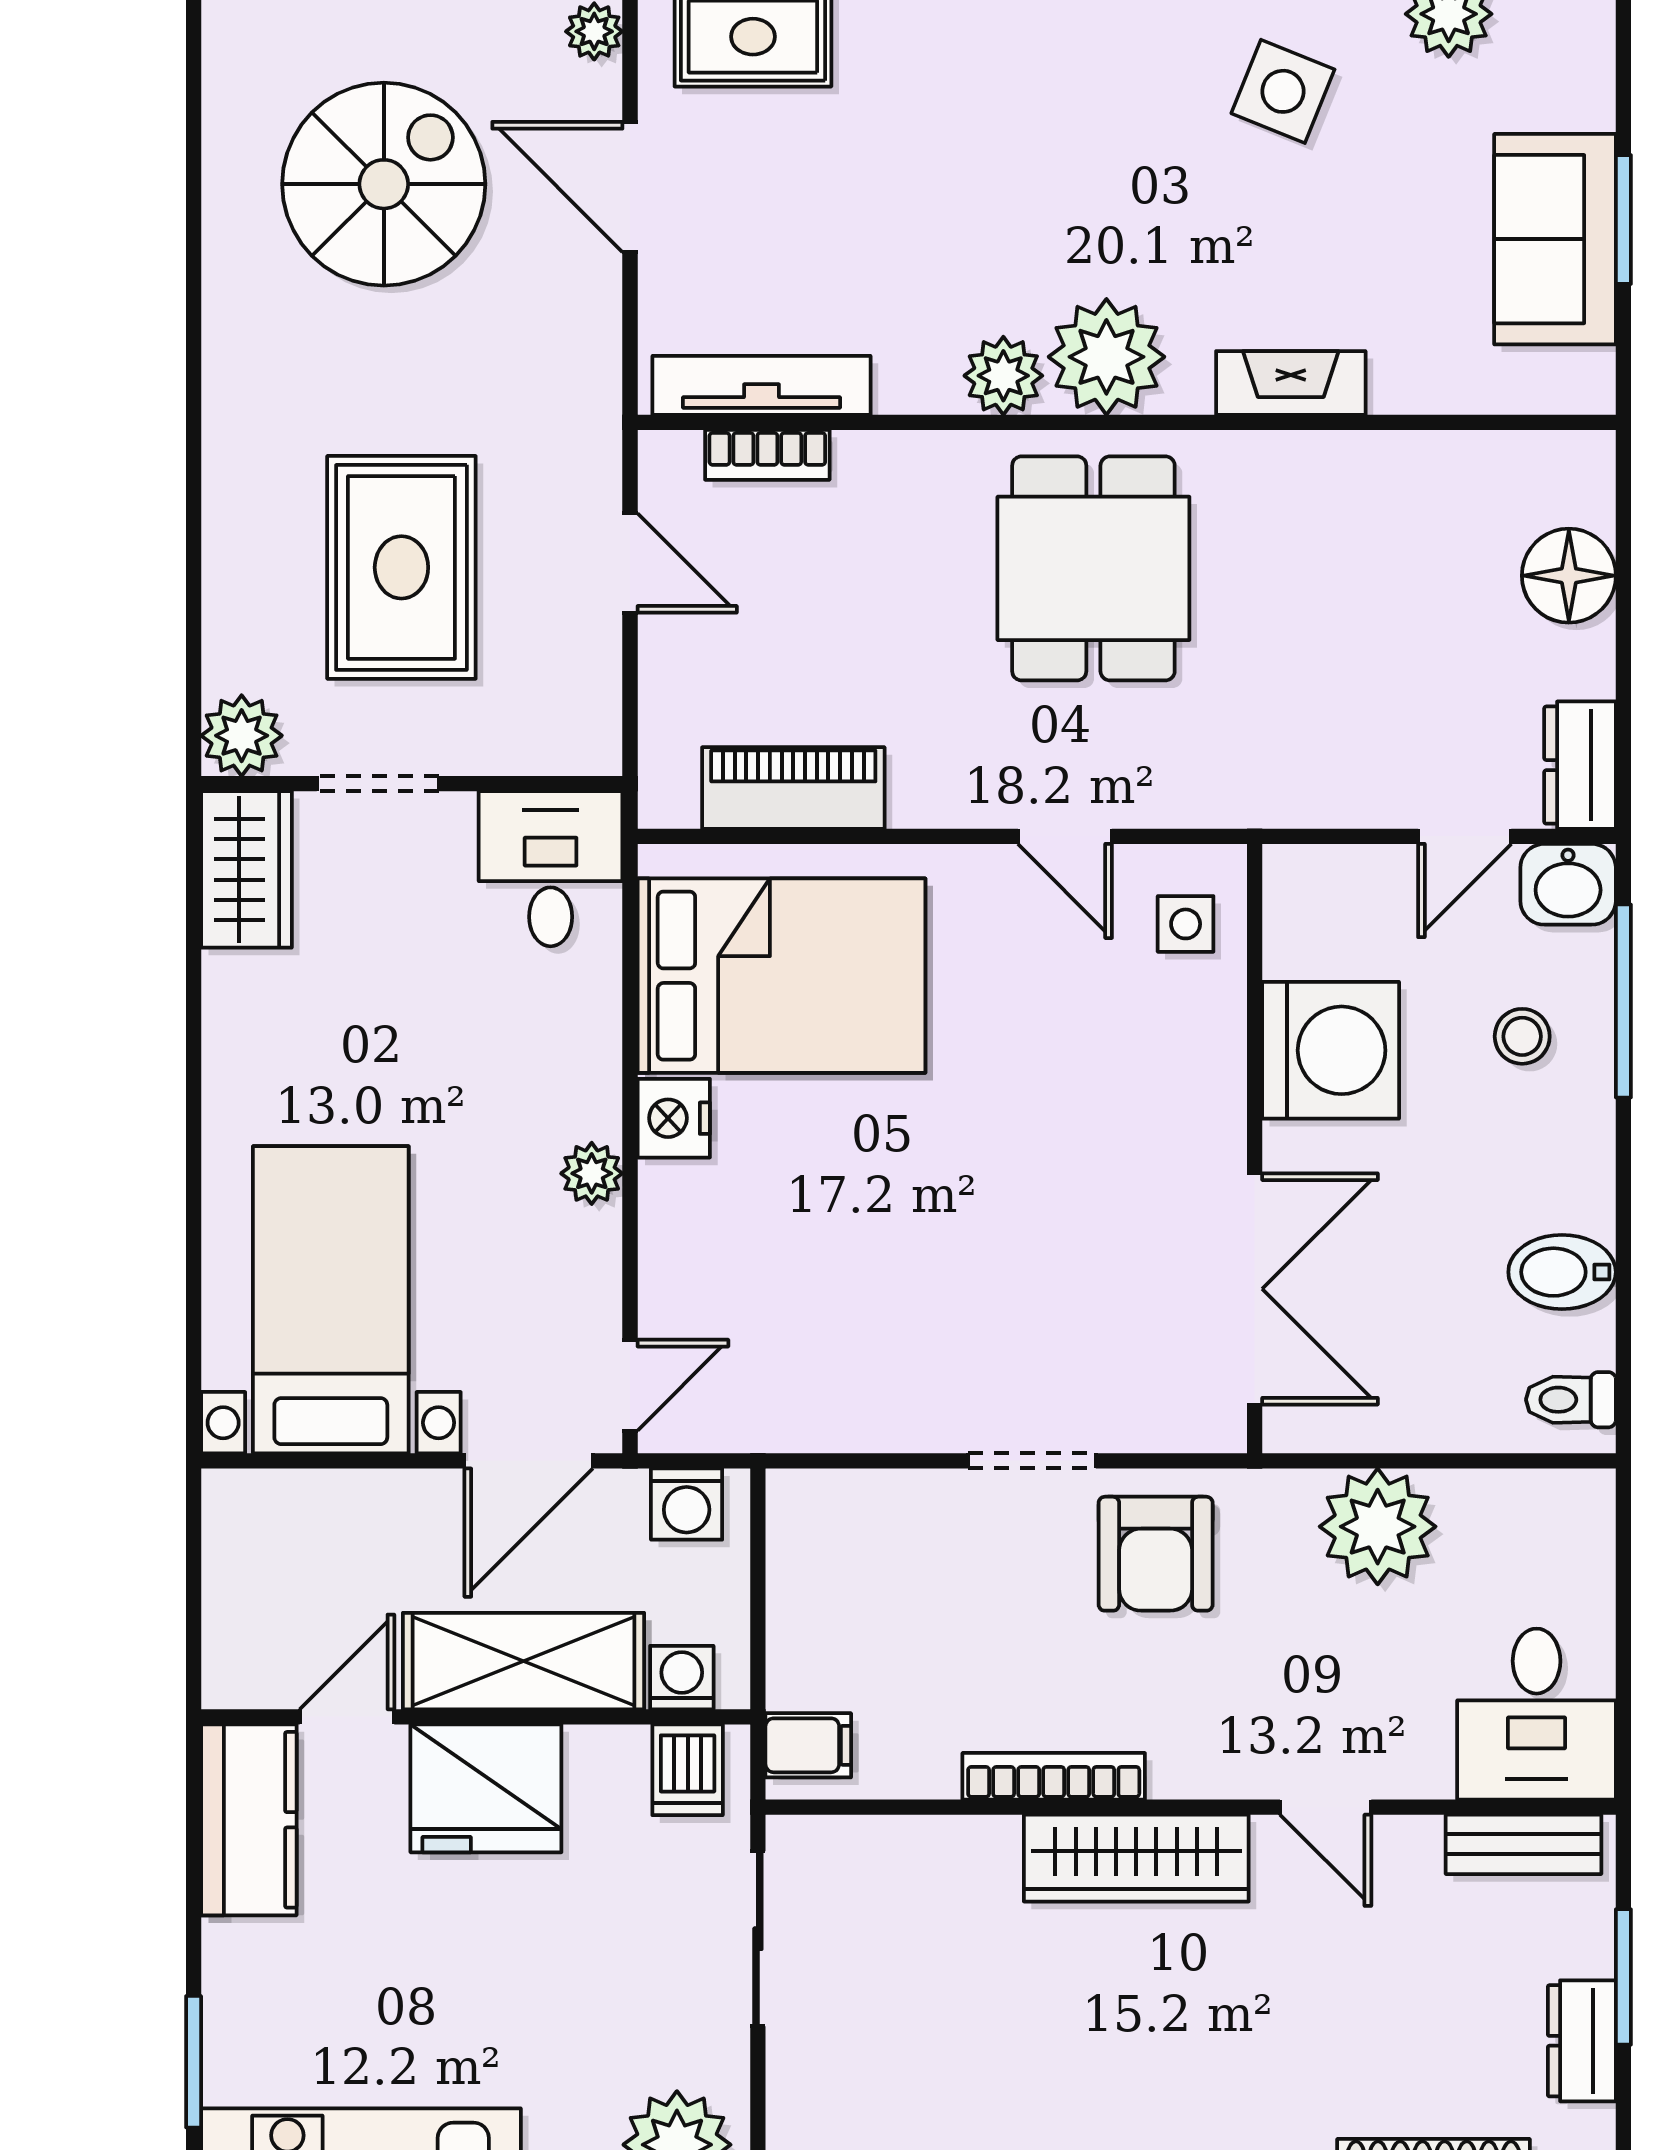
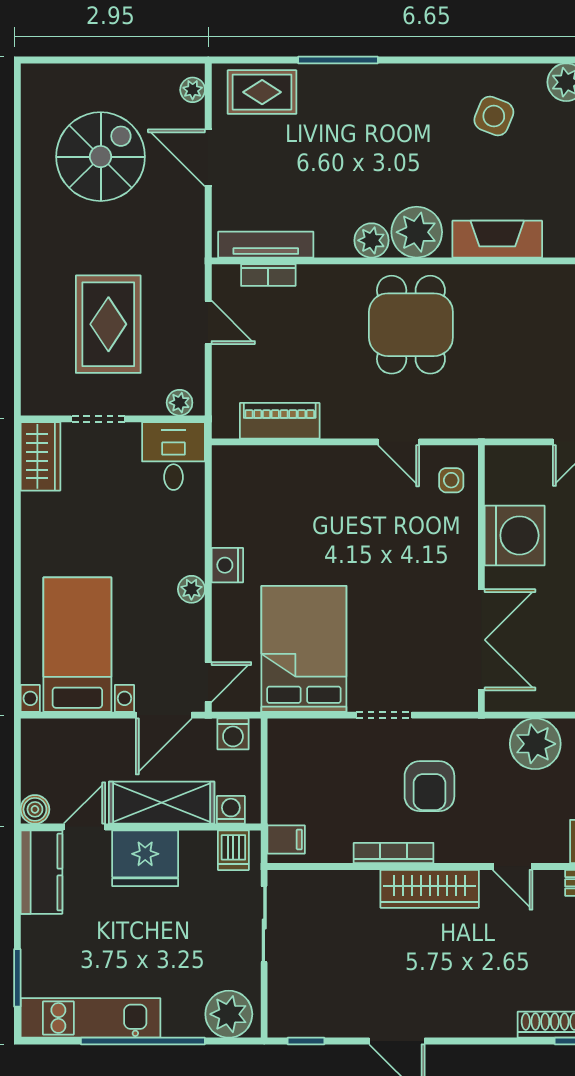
fireplace: (1291, 383) -> (497, 239), width x1.37, depth x1.32
plant: (242, 736) -> (180, 403), moved, width x0.73, depth x0.73
bed: (781, 976) -> (304, 649), moved, turned -90
armchair: (1156, 1554) -> (429, 786), moved
boiler: (234, 1677) -> (35, 809), added

